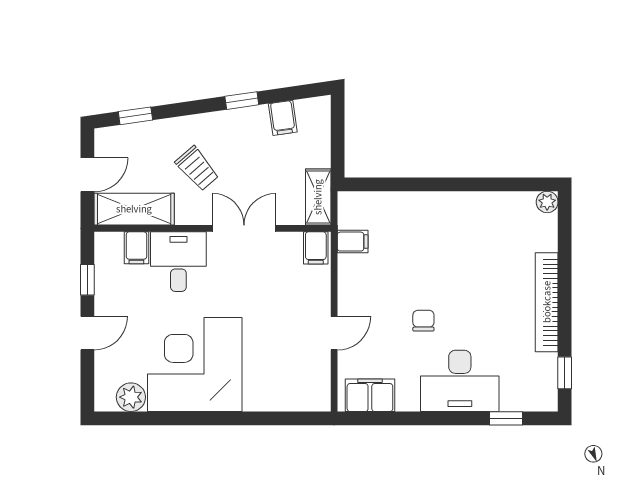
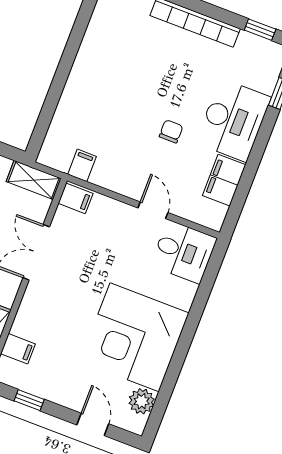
desk: (178, 262) -> (184, 252), moved, turned 180
chair: (423, 321) -> (171, 131), turned 90
door: (87, 333) -> (93, 424), moved
filing cabinet: (370, 395) -> (224, 180), moved

